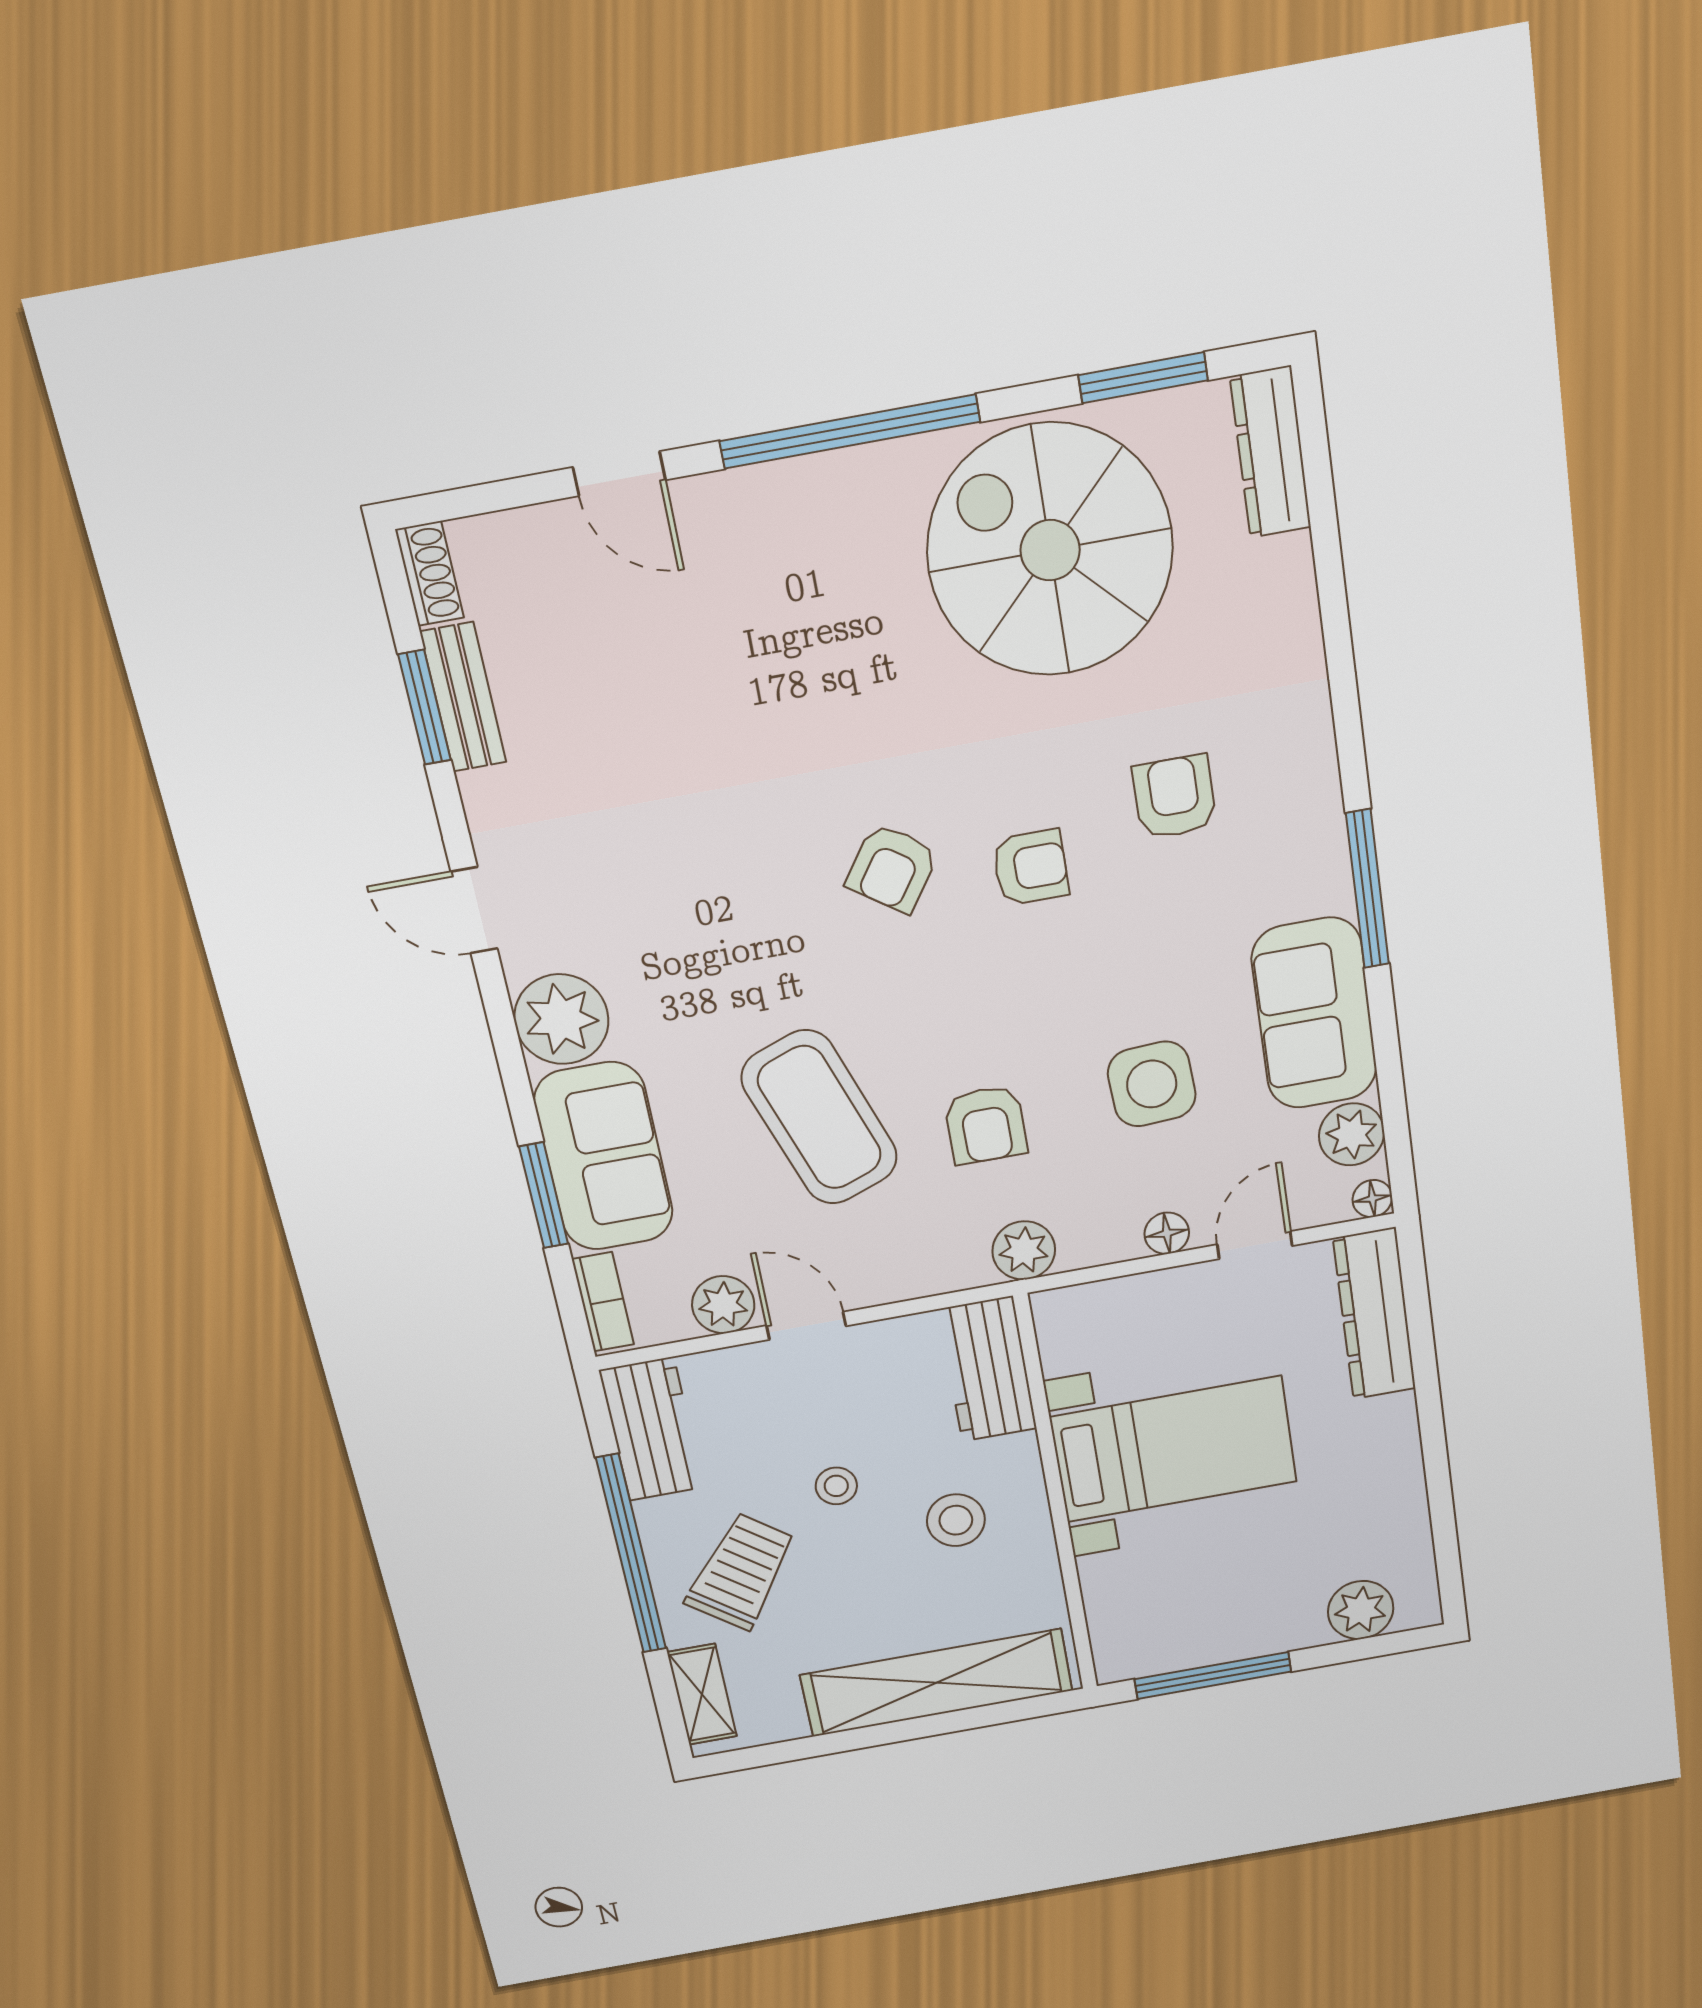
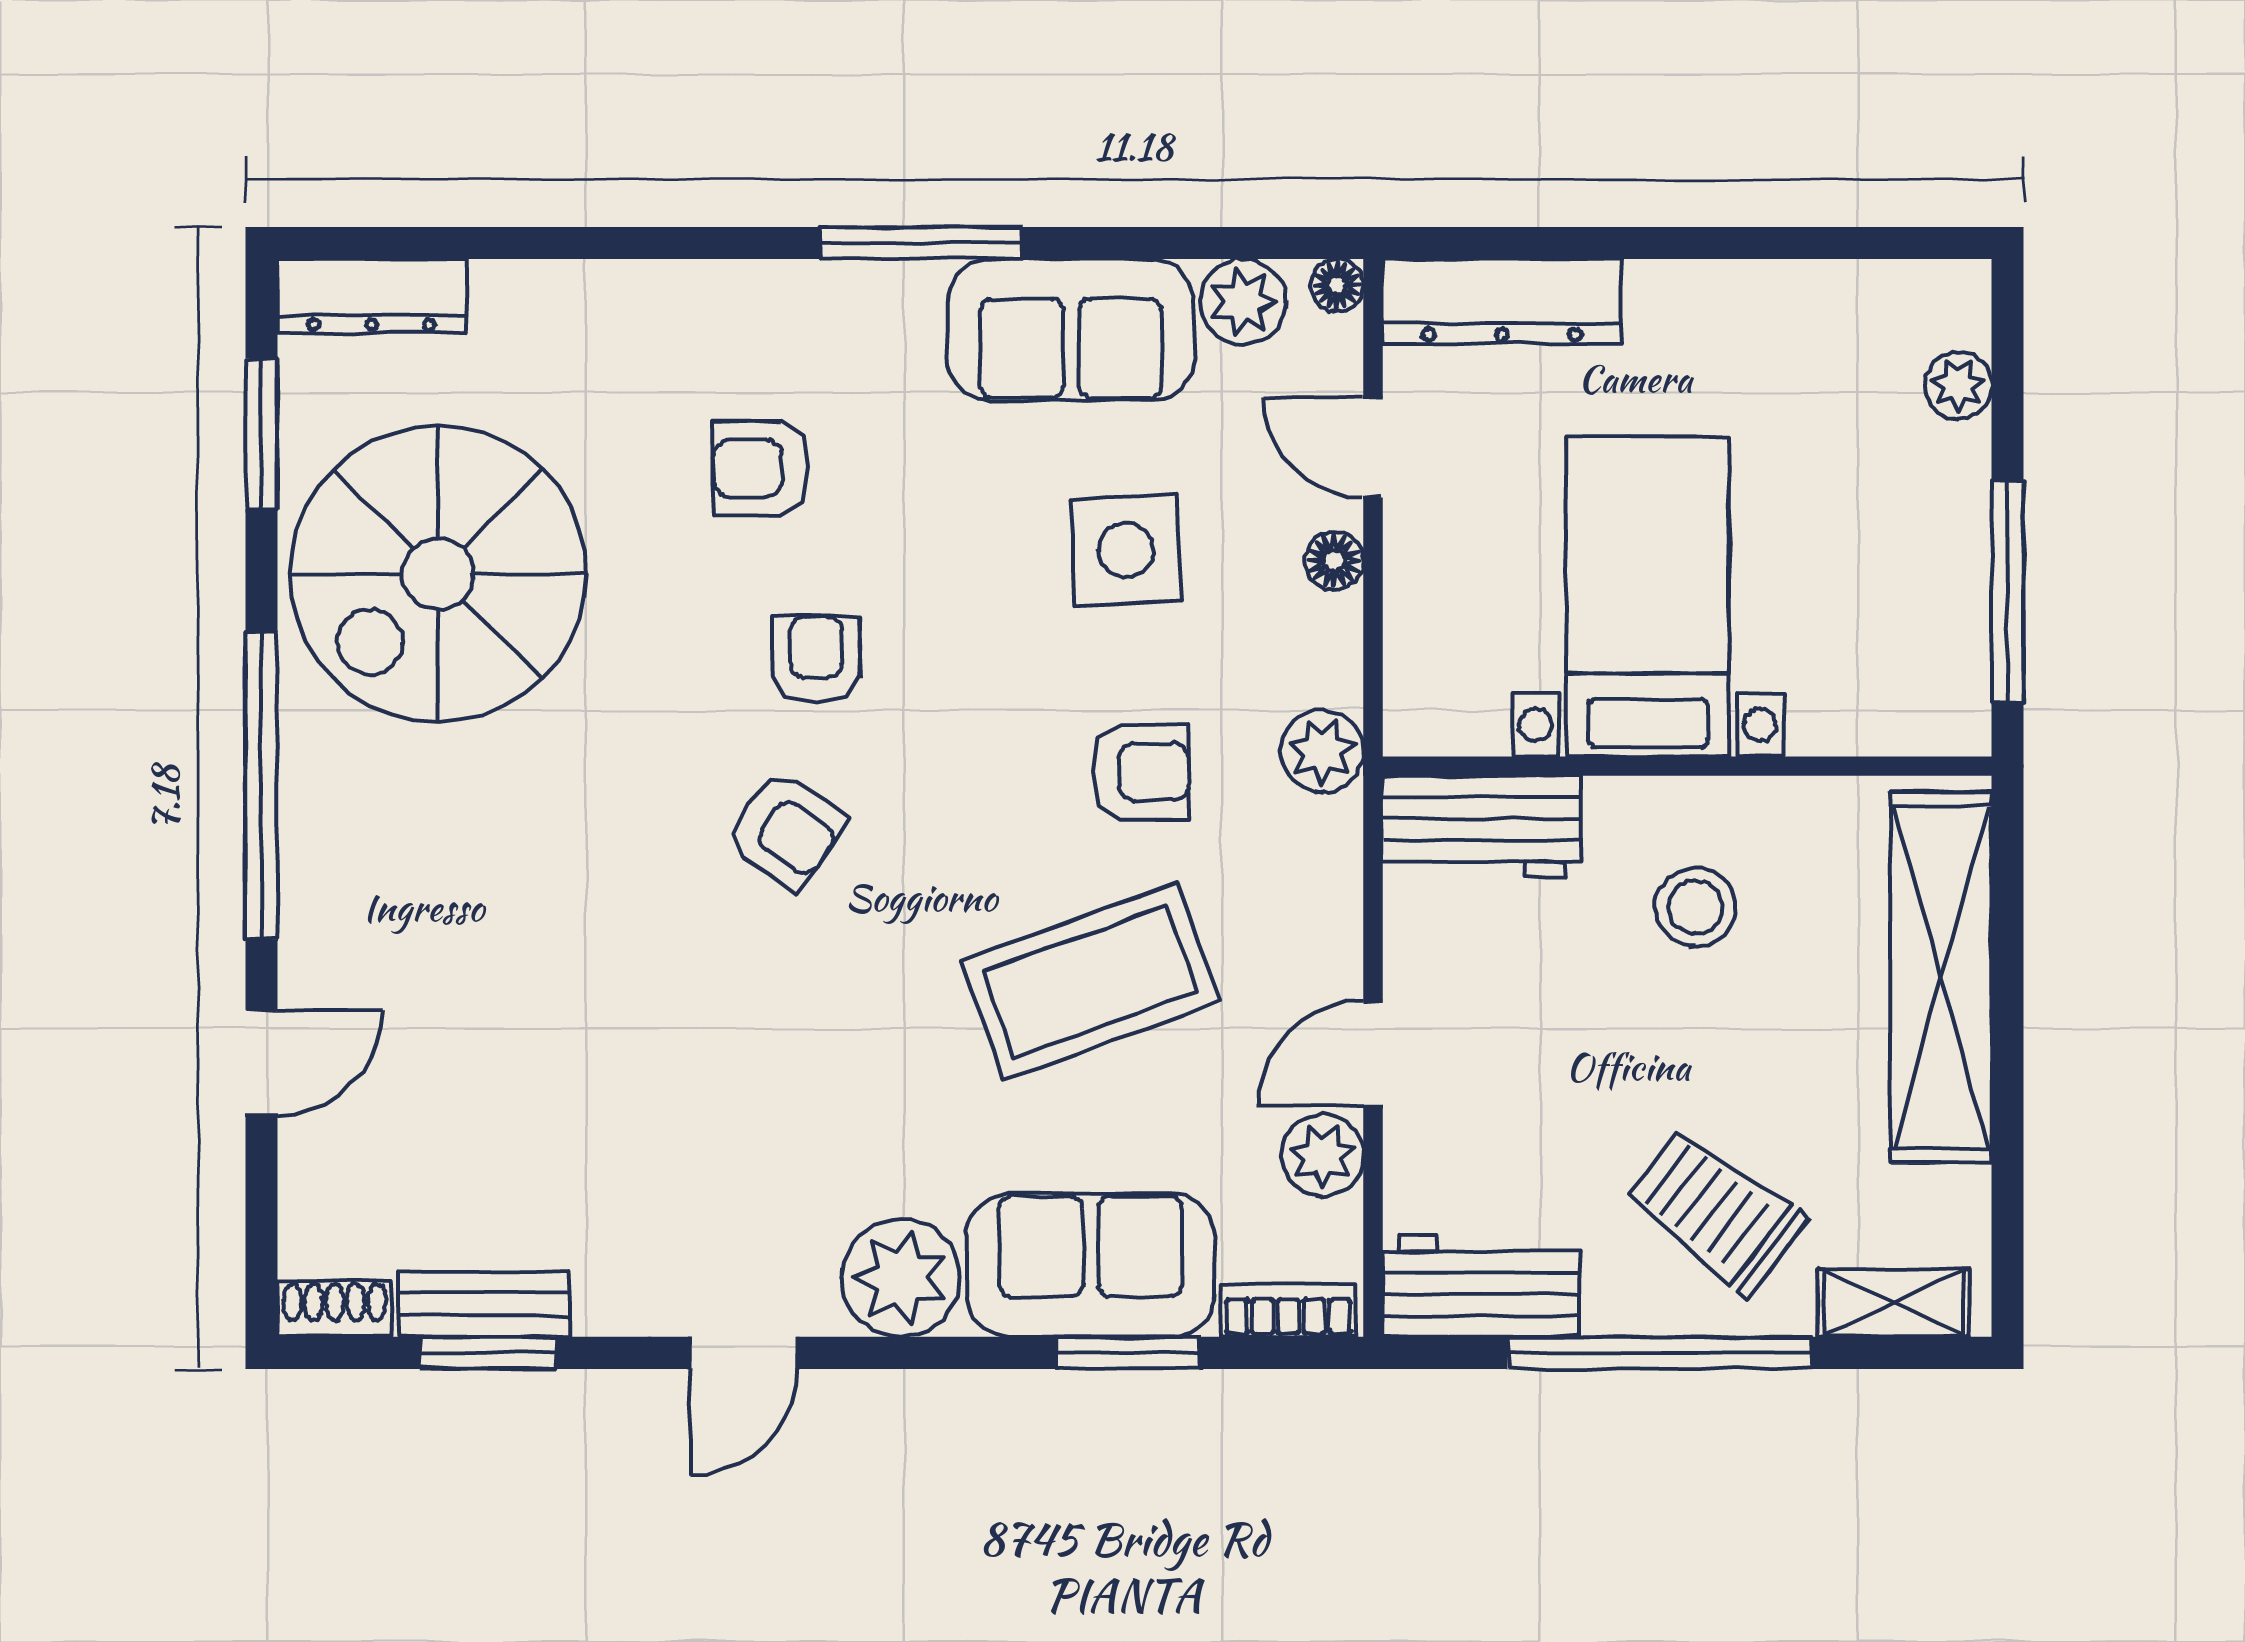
stool: (836, 1486) -> (1612, 1058), removed
plant: (1361, 1610) -> (1958, 385), width x0.73, depth x0.73

